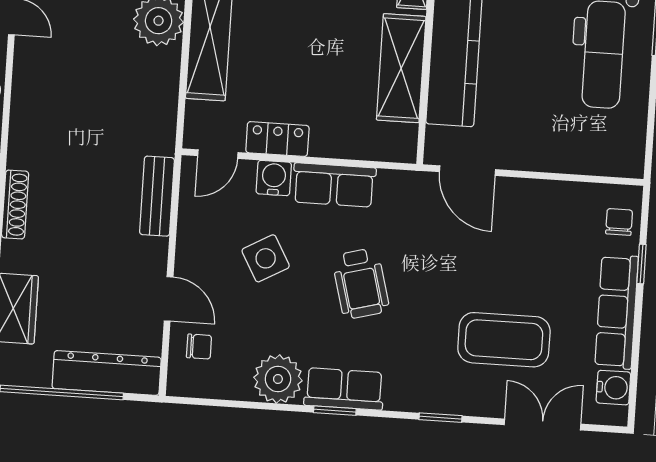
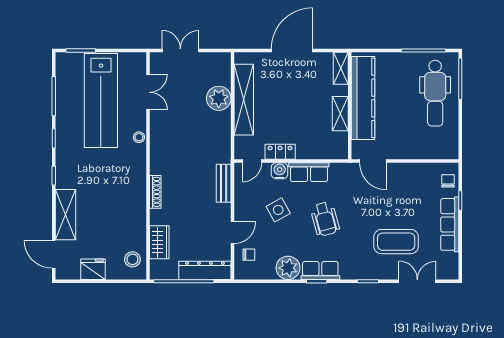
shelving: (401, 68) -> (340, 114), width x0.67, depth x0.75
door: (169, 299) -> (233, 233), hinge flipped
water cooler: (613, 388) -> (451, 261), removed

